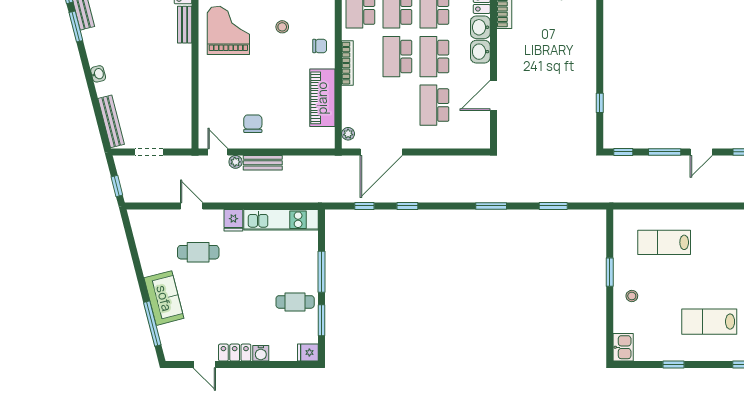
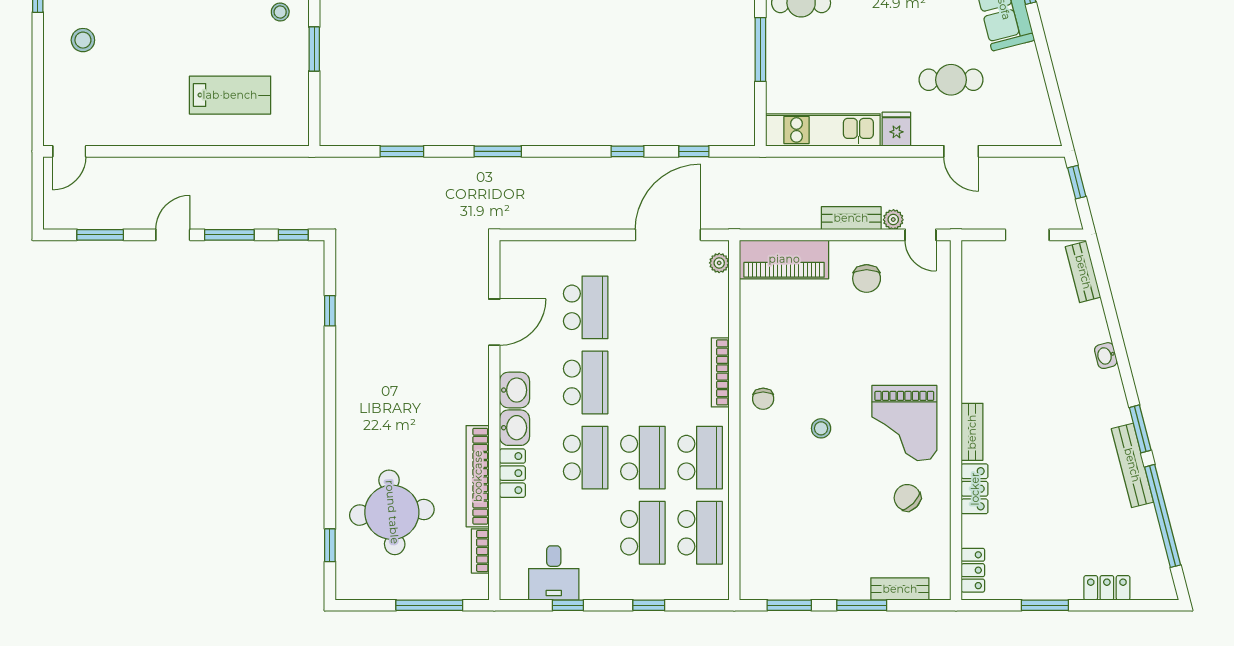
chair: (320, 46) -> (763, 399), turned -90
school desk: (397, 57) -> (643, 382), removed
piano: (322, 98) -> (784, 259), moved, turned 90
bench: (111, 121) -> (1083, 272), width x0.73

